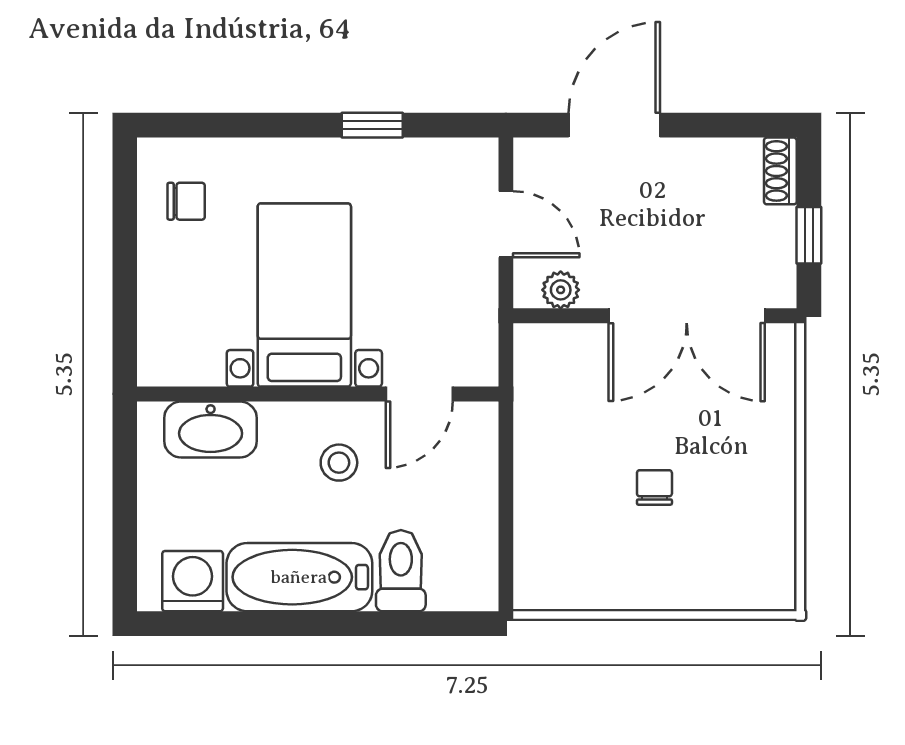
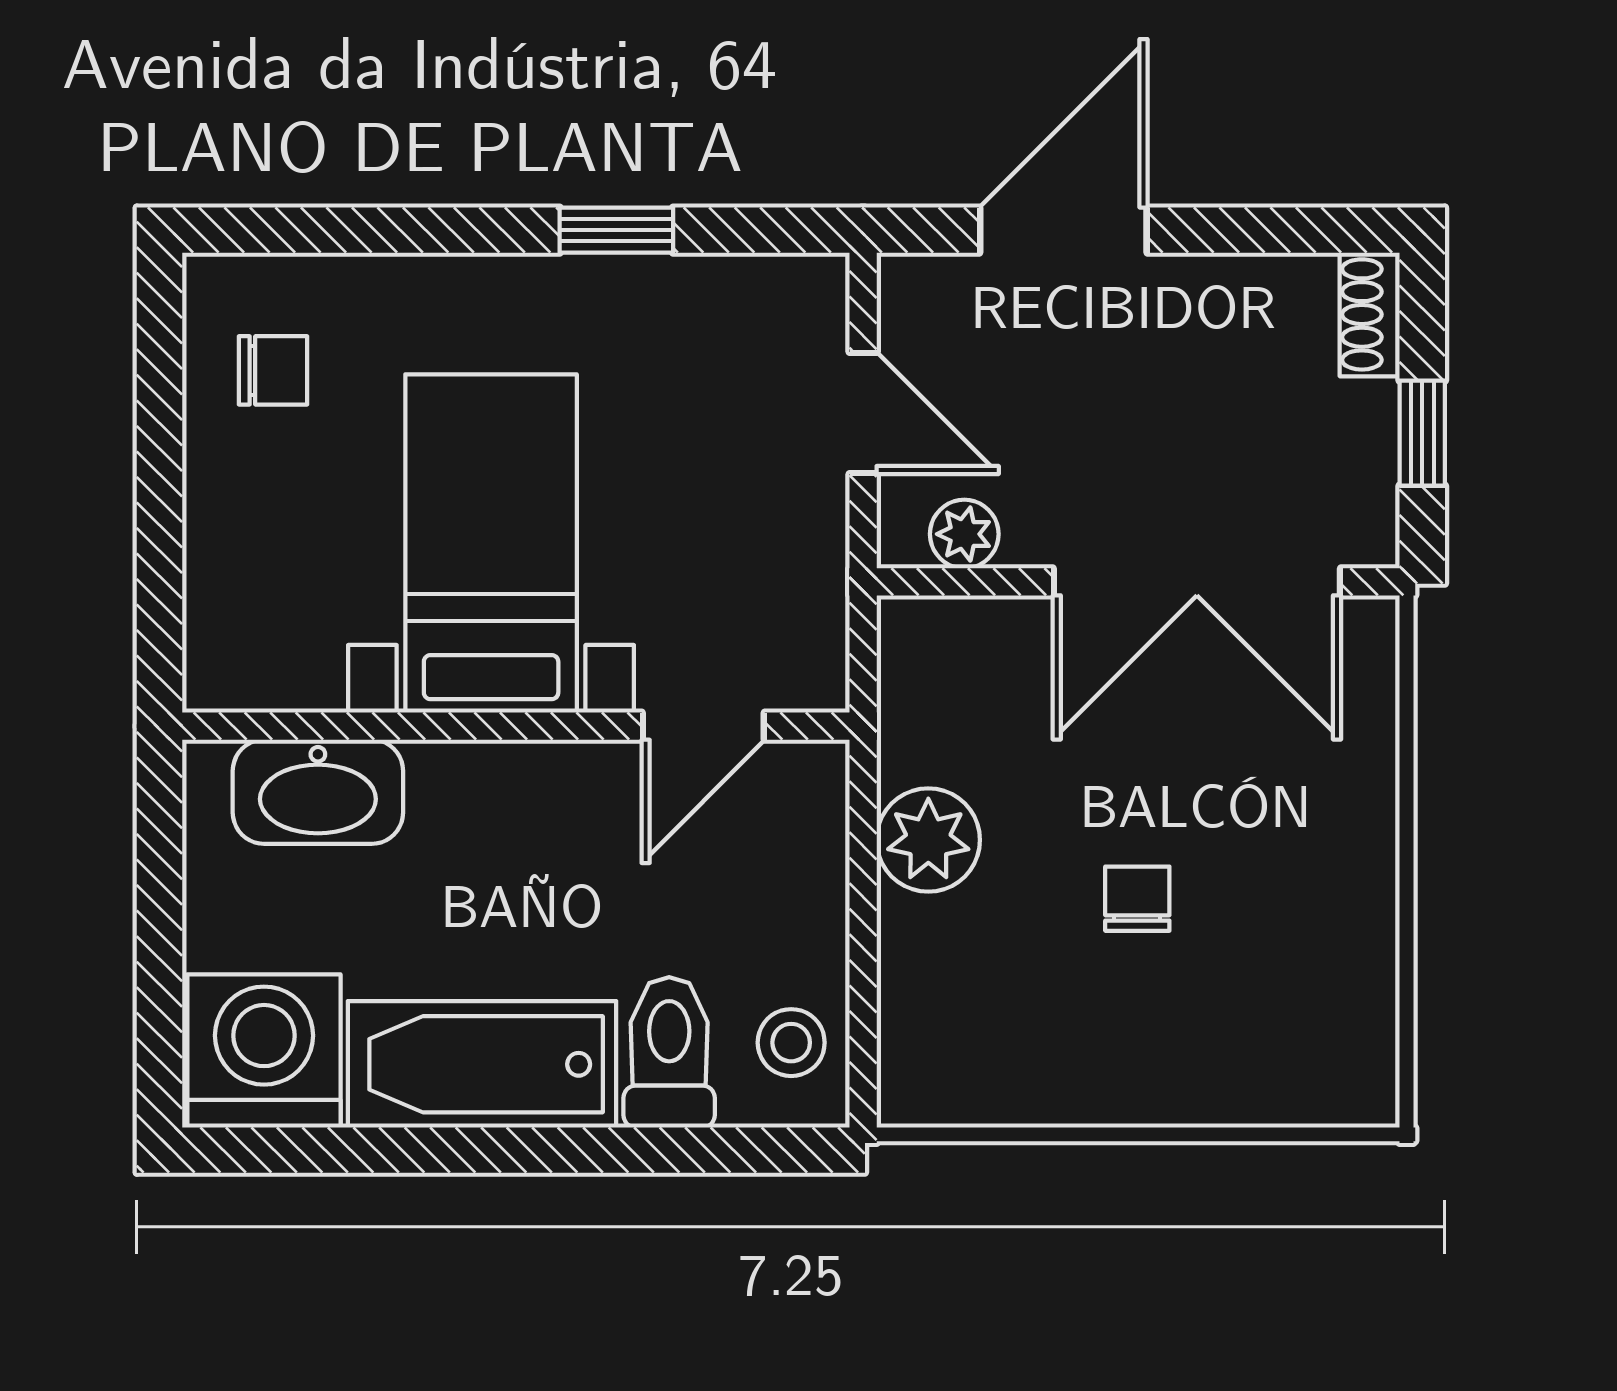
plant: (541, 456) -> (928, 840), added
stool: (339, 463) -> (791, 1043), moved
washing machine: (193, 581) -> (264, 1051), width x1.37, depth x1.37

